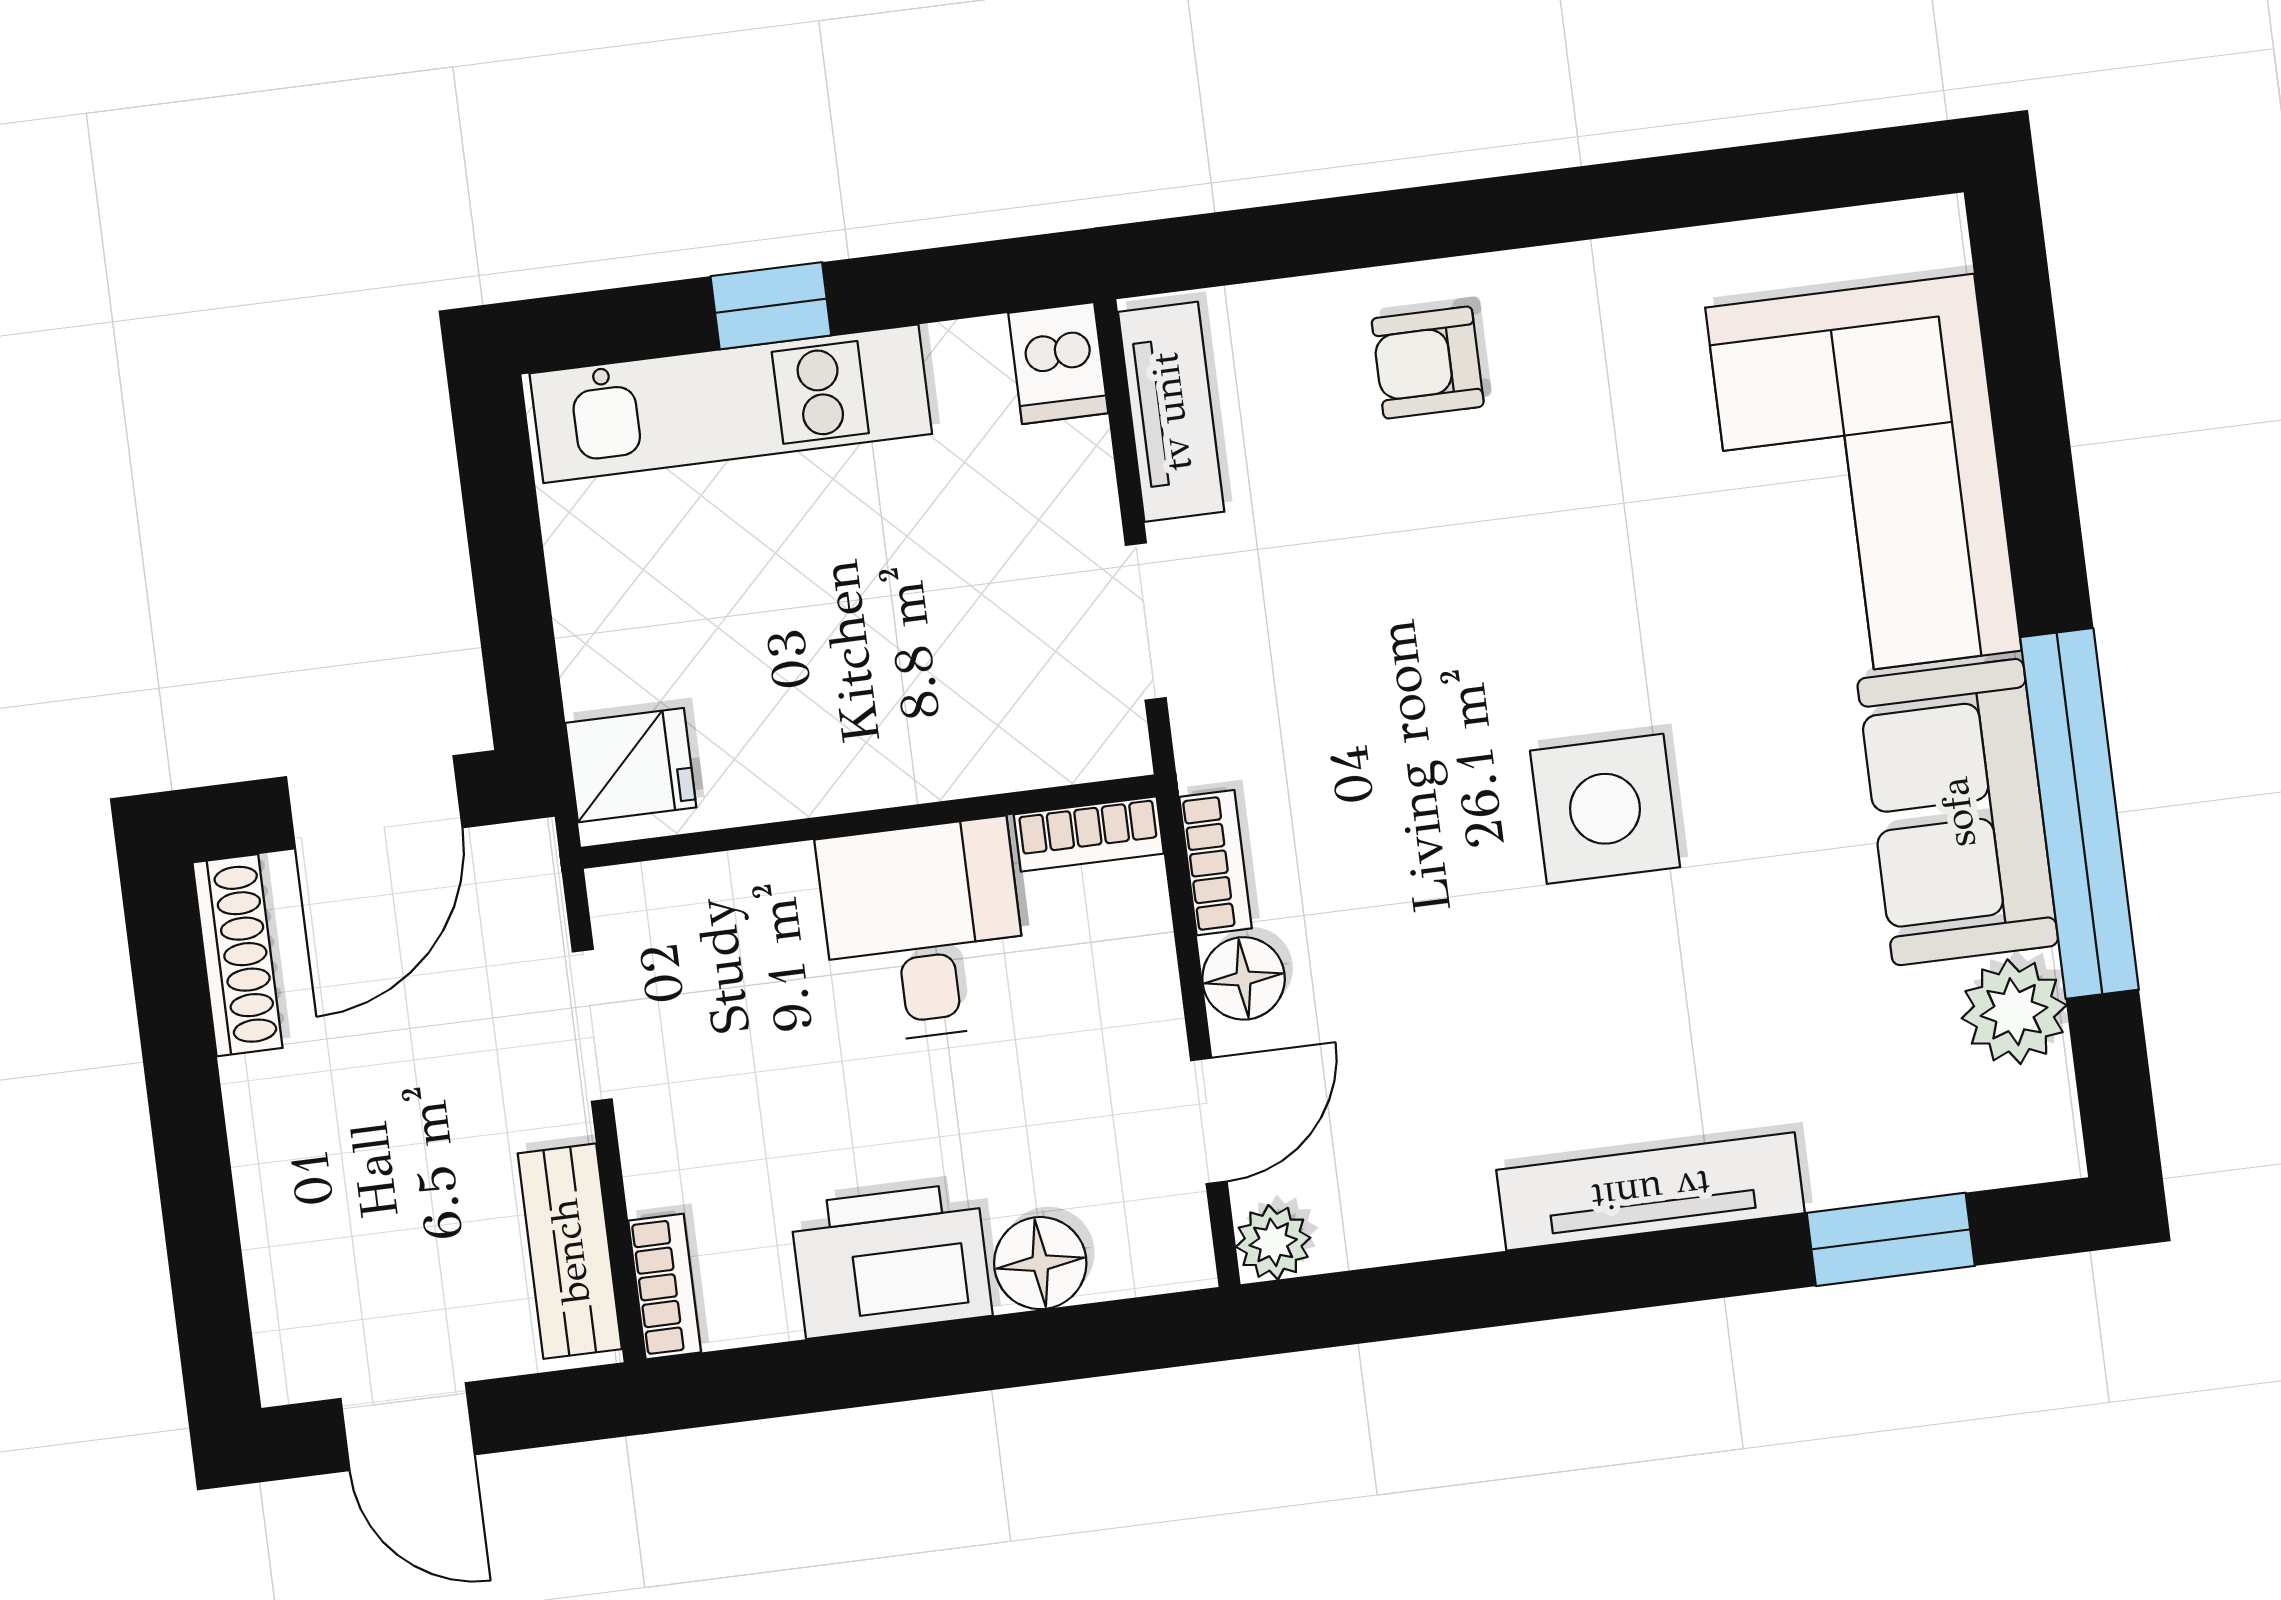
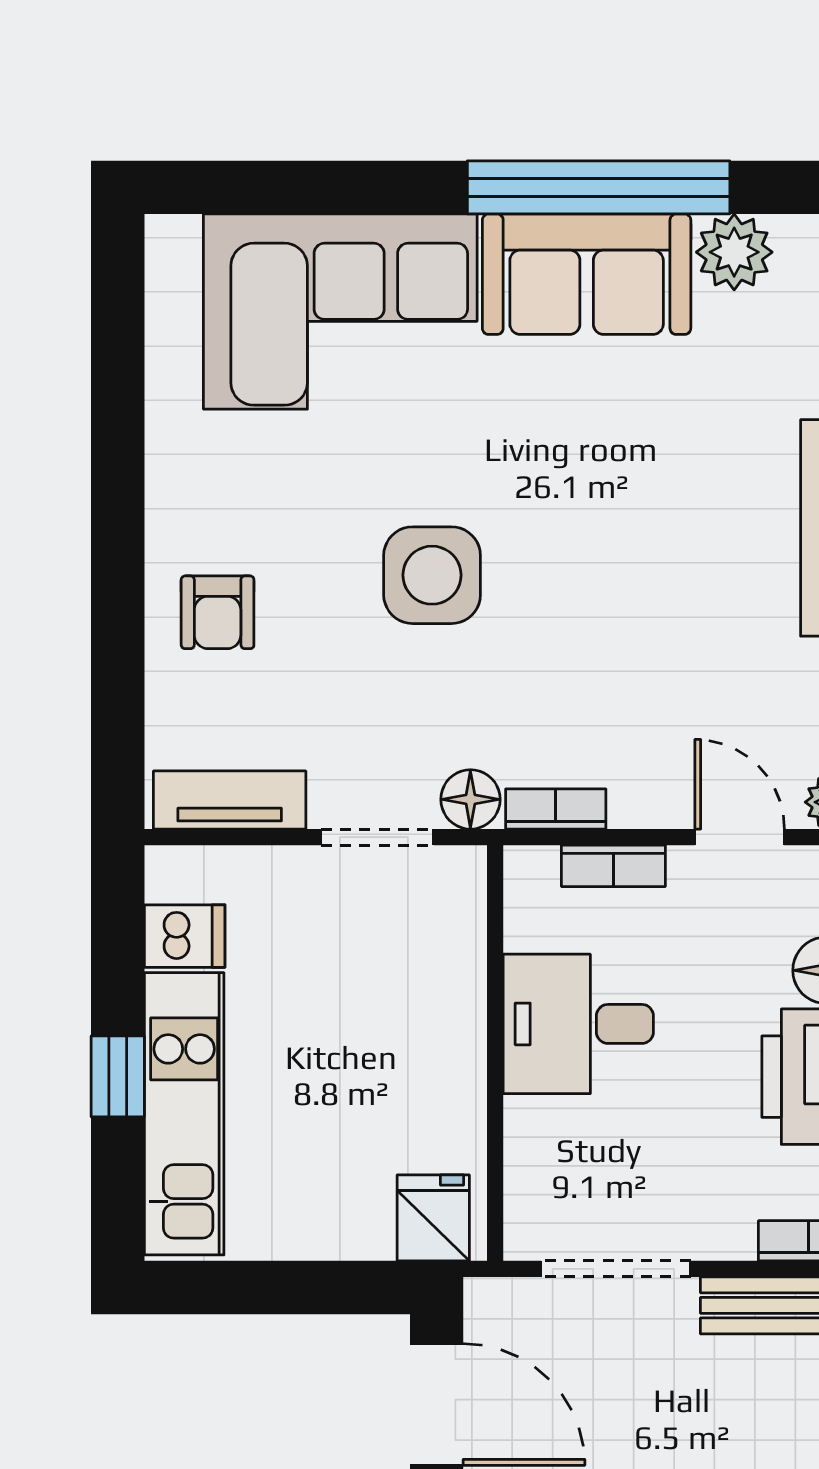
dishwasher: (1058, 363) -> (185, 936), moved
side table: (1605, 809) -> (432, 575), moved
bookcase: (1089, 834) -> (613, 866), moved, turned 90
floor lamp: (1244, 978) -> (470, 799), moved
doorway: (592, 1025) -> (616, 1269), width x1.38

